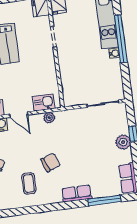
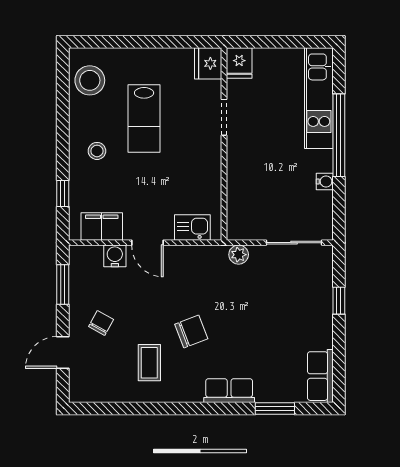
water cooler: (114, 53) -> (325, 181), moved
plant: (49, 118) -> (239, 255), moved
plant: (123, 142) -> (320, 313), removed
window: (104, 200) -> (275, 409), width x0.69

